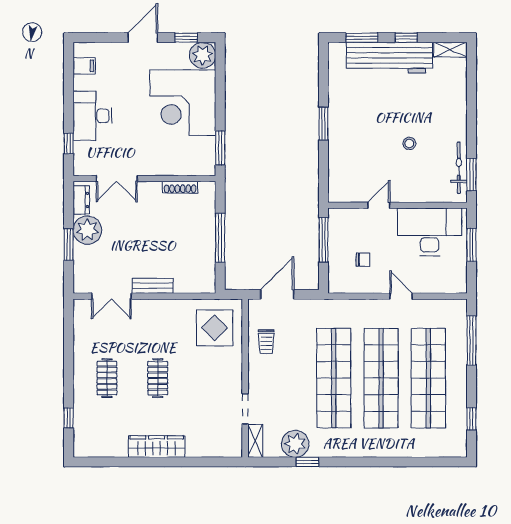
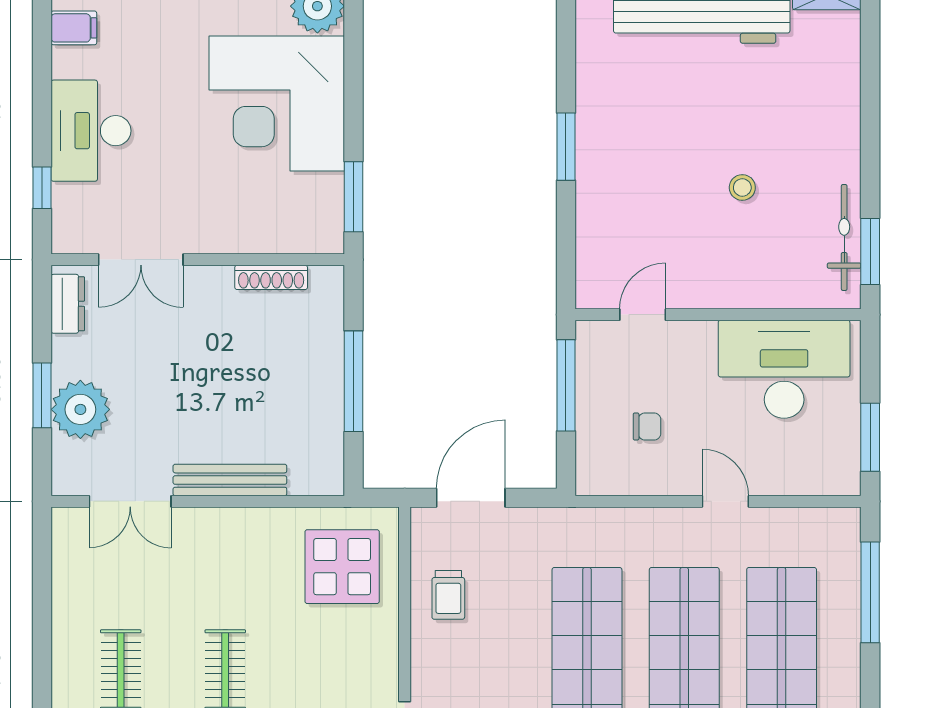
door: (379, 205) -> (643, 315), moved
plant: (87, 230) -> (80, 409), moved
window: (471, 245) -> (870, 437), moved
bench: (153, 286) -> (230, 480), width x1.36

